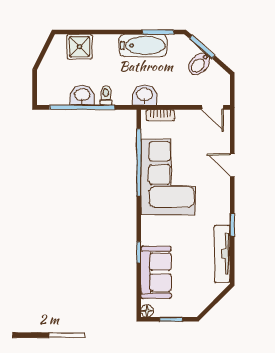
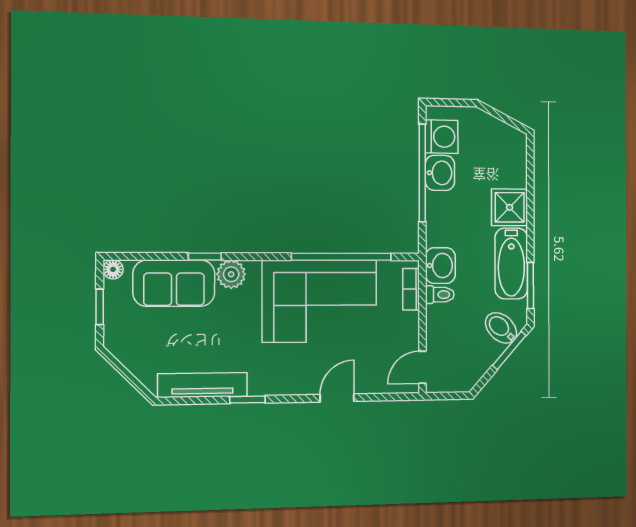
shower: (79, 47) -> (510, 207), moved
bidet: (199, 64) -> (501, 328), moved
washing machine: (58, 94) -> (442, 137), added
toilet: (106, 95) -> (440, 295), moved
plant: (150, 235) -> (231, 274), added

